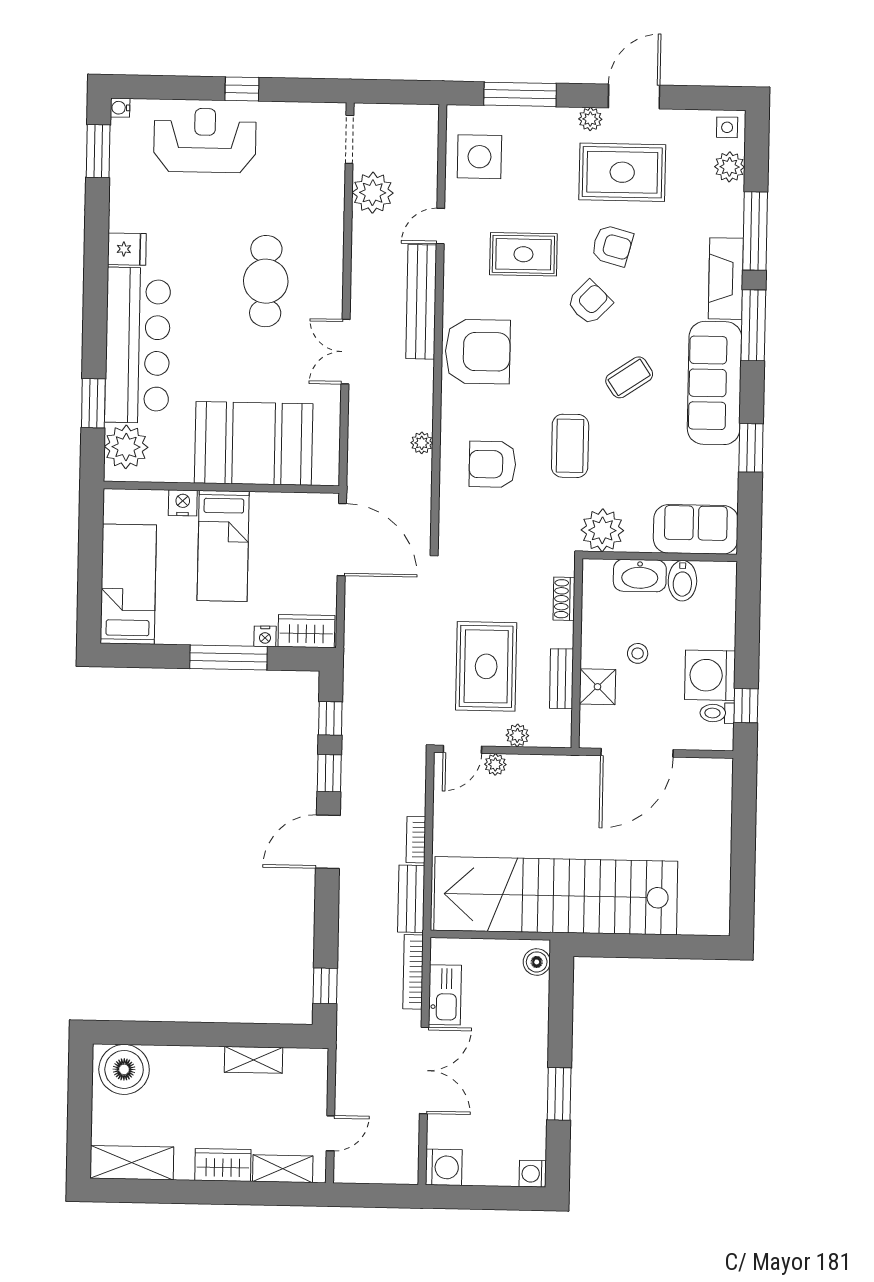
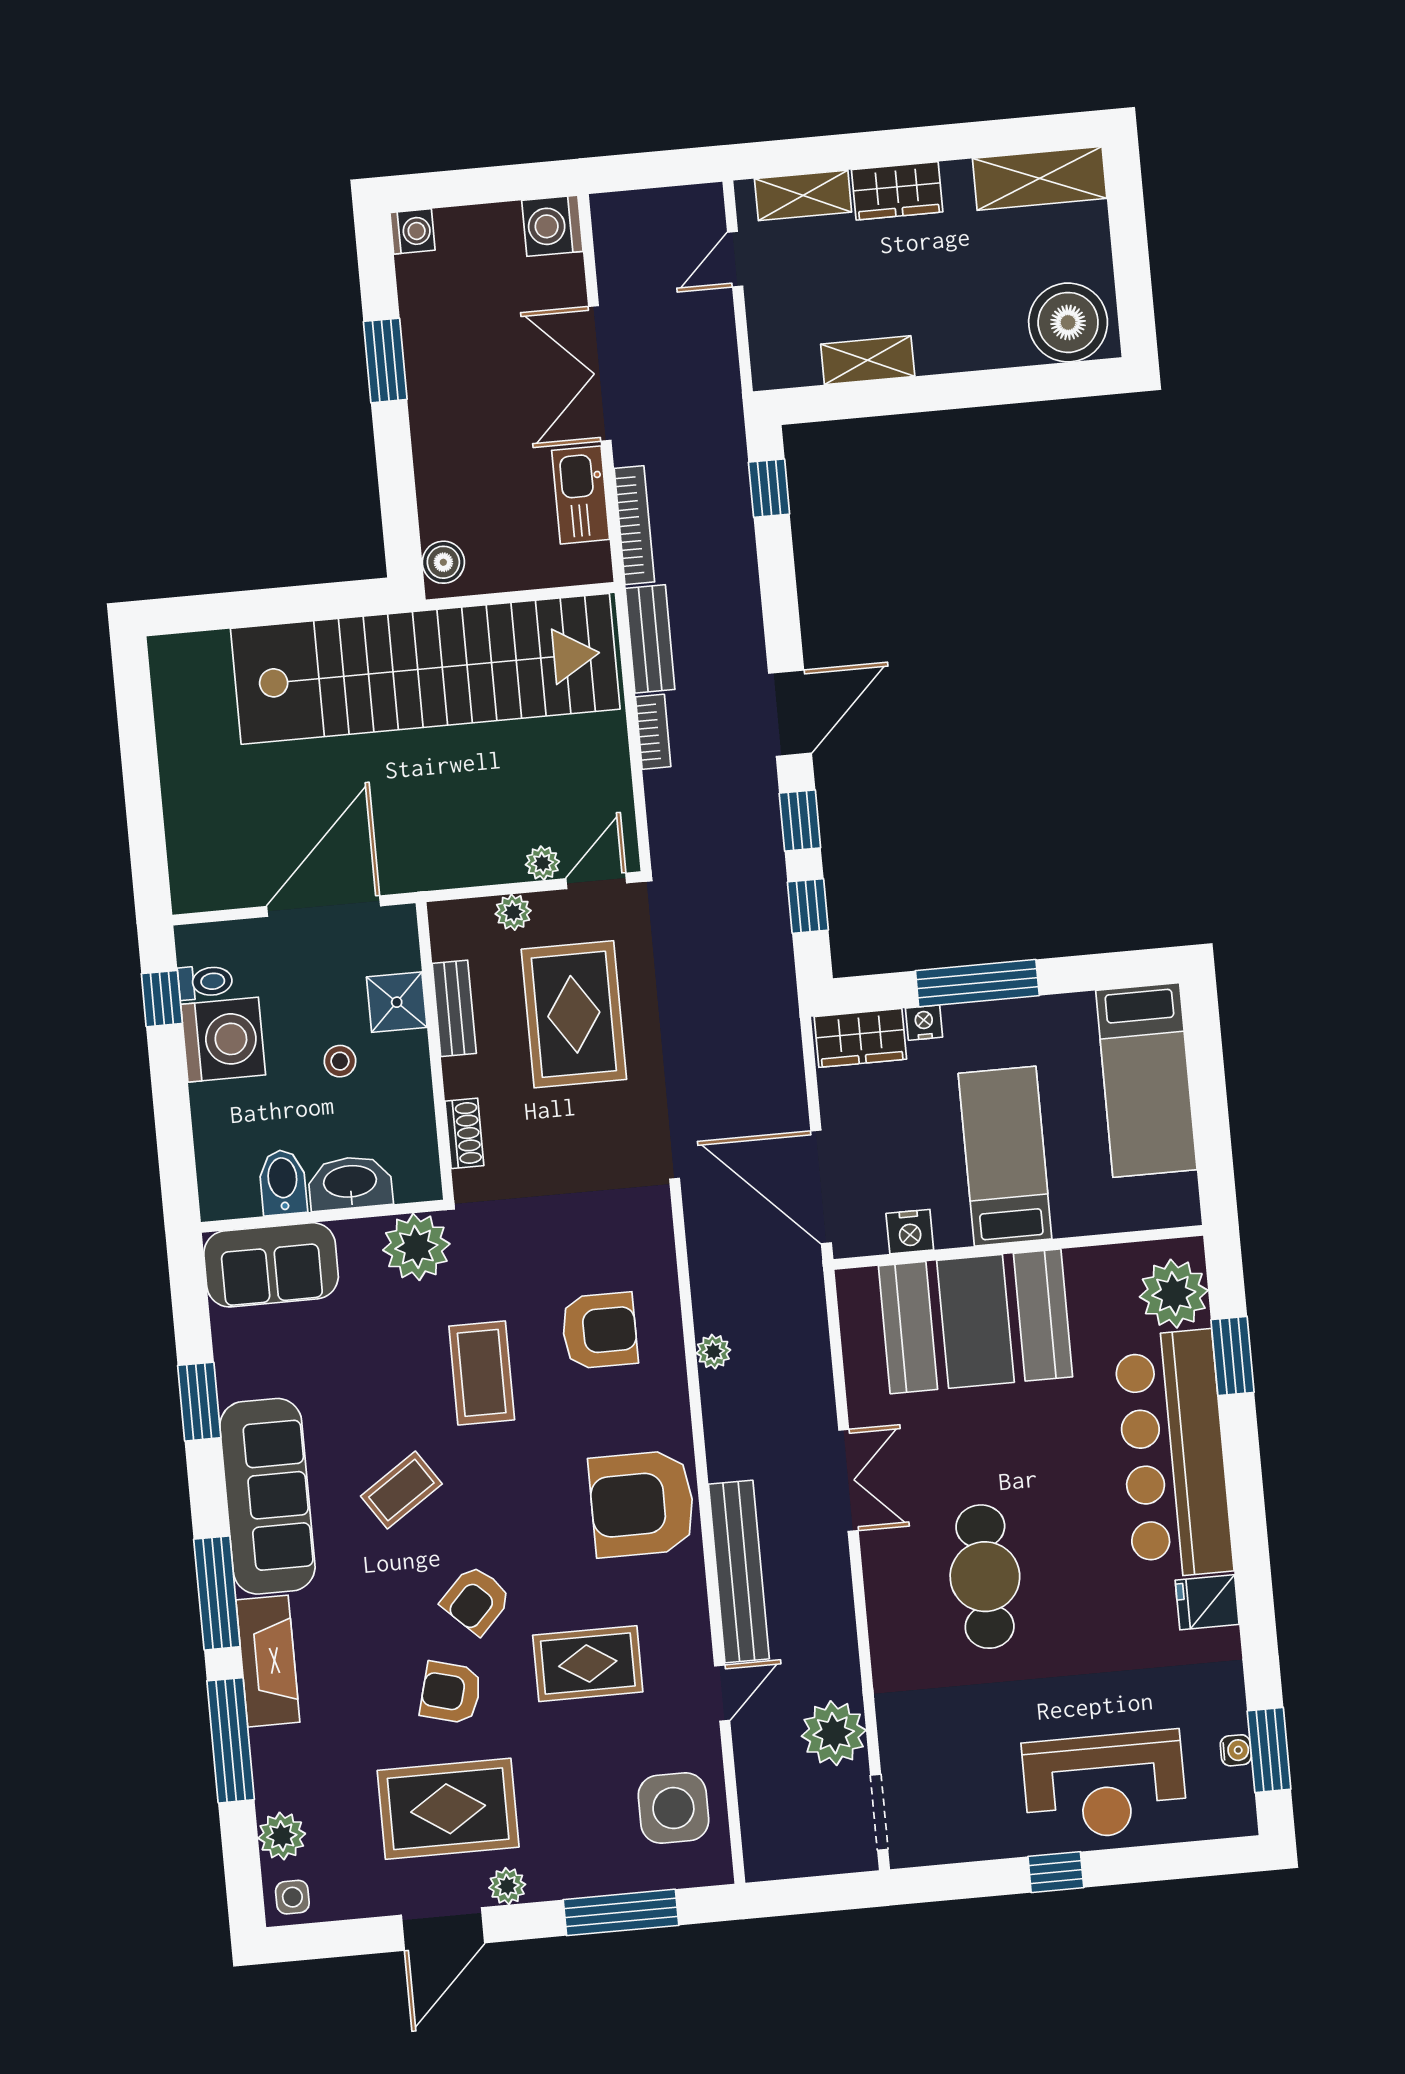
water cooler: (120, 108) -> (1236, 1750), moved
nightstand: (183, 503) -> (910, 1232), moved

